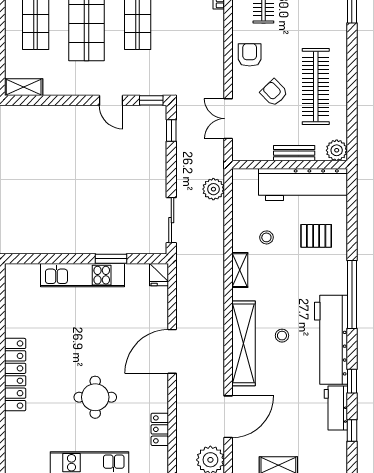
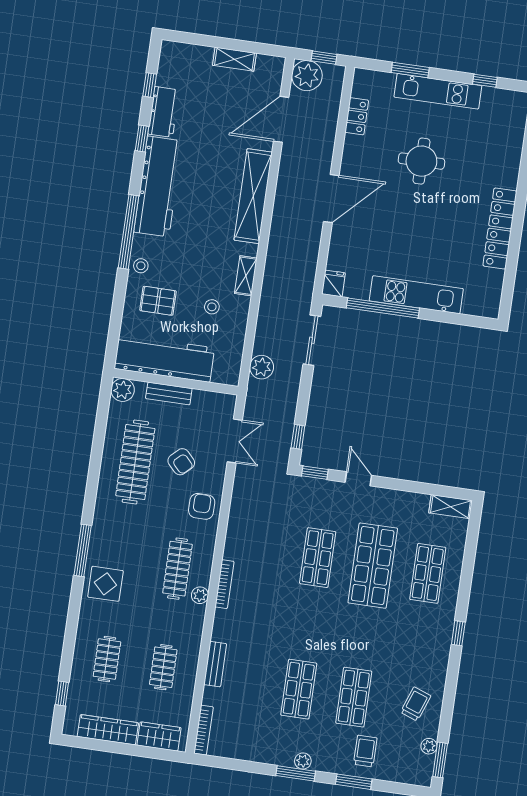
armchair: (250, 55) -> (202, 506), turned 180
window: (111, 259) -> (383, 308), width x2.11
stool: (282, 336) -> (141, 266), moved
locker: (15, 375) -> (500, 228), moved

